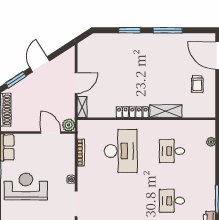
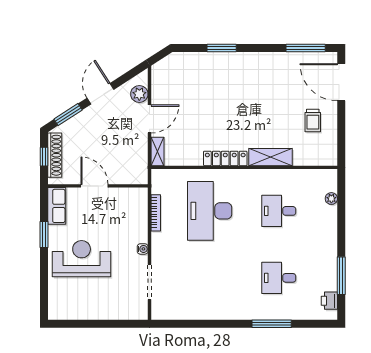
window: (168, 30) -> (306, 48), moved
plant: (69, 125) -> (139, 94), moved
door: (51, 132) -> (94, 186), moved
desk: (121, 151) -> (210, 211), turned 180

